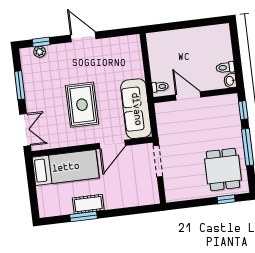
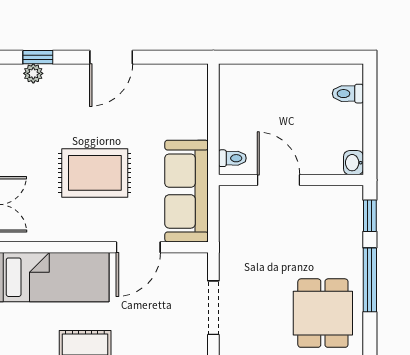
door: (83, 37) -> (111, 57), swing flipped
toilet: (225, 67) -> (348, 94), moved
rug: (82, 105) -> (95, 173), turned 90
doorway: (158, 161) -> (213, 308), moved

